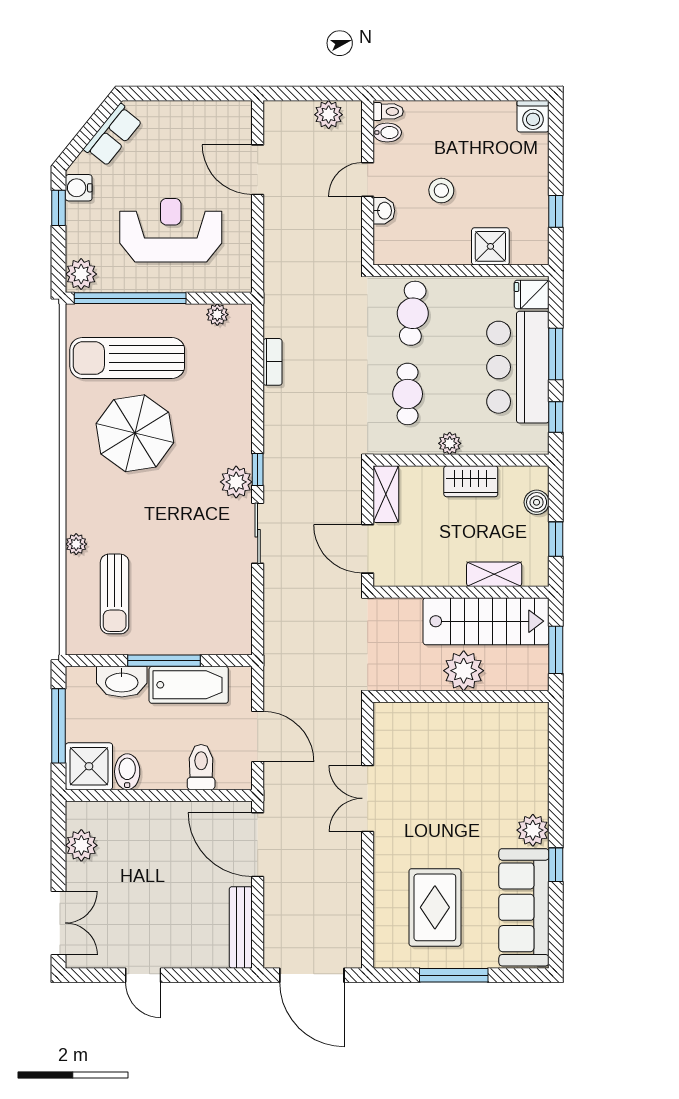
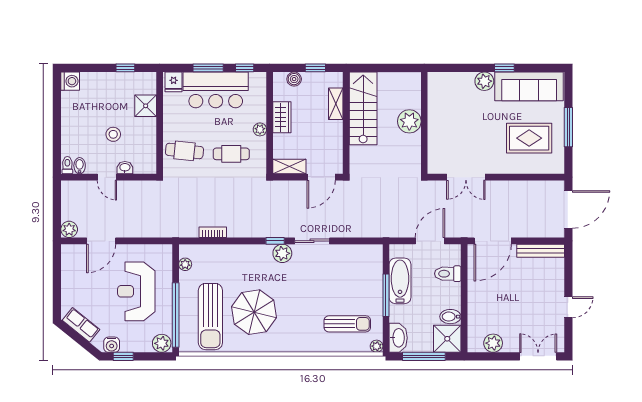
plant: (329, 115) -> (69, 229), moved
plant: (76, 544) -> (377, 346), moved
window: (556, 650) -> (380, 68), removed
plant: (464, 671) -> (409, 121), moved
washbasin: (122, 682) -> (398, 338), moved
wall: (461, 696) -> (424, 123), moved

